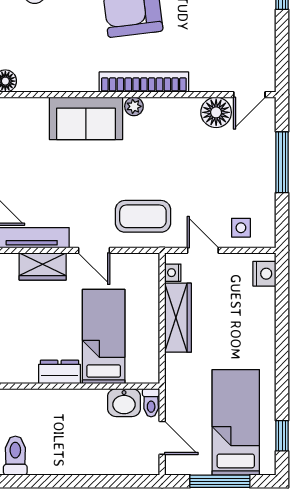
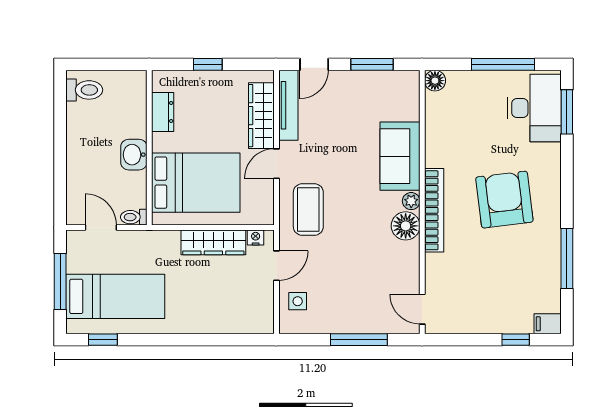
floor lamp: (216, 112) -> (406, 226), moved
wardrobe: (43, 266) -> (261, 116), width x1.50
nightstand: (264, 274) -> (255, 323), removed
bed: (104, 337) -> (196, 183), width x1.50
dresser: (60, 372) -> (163, 112), moved
washbasin: (124, 403) -> (134, 155), moved
door: (162, 438) -> (101, 227), swing flipped

